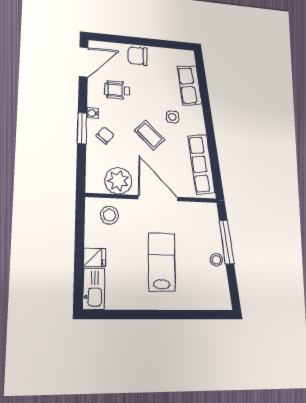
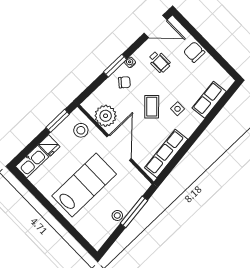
wheelchair: (117, 90) -> (159, 62), turned 180
window: (80, 227) -> (58, 121), added
lab bench: (162, 262) -> (84, 185), width x1.36, depth x1.39

